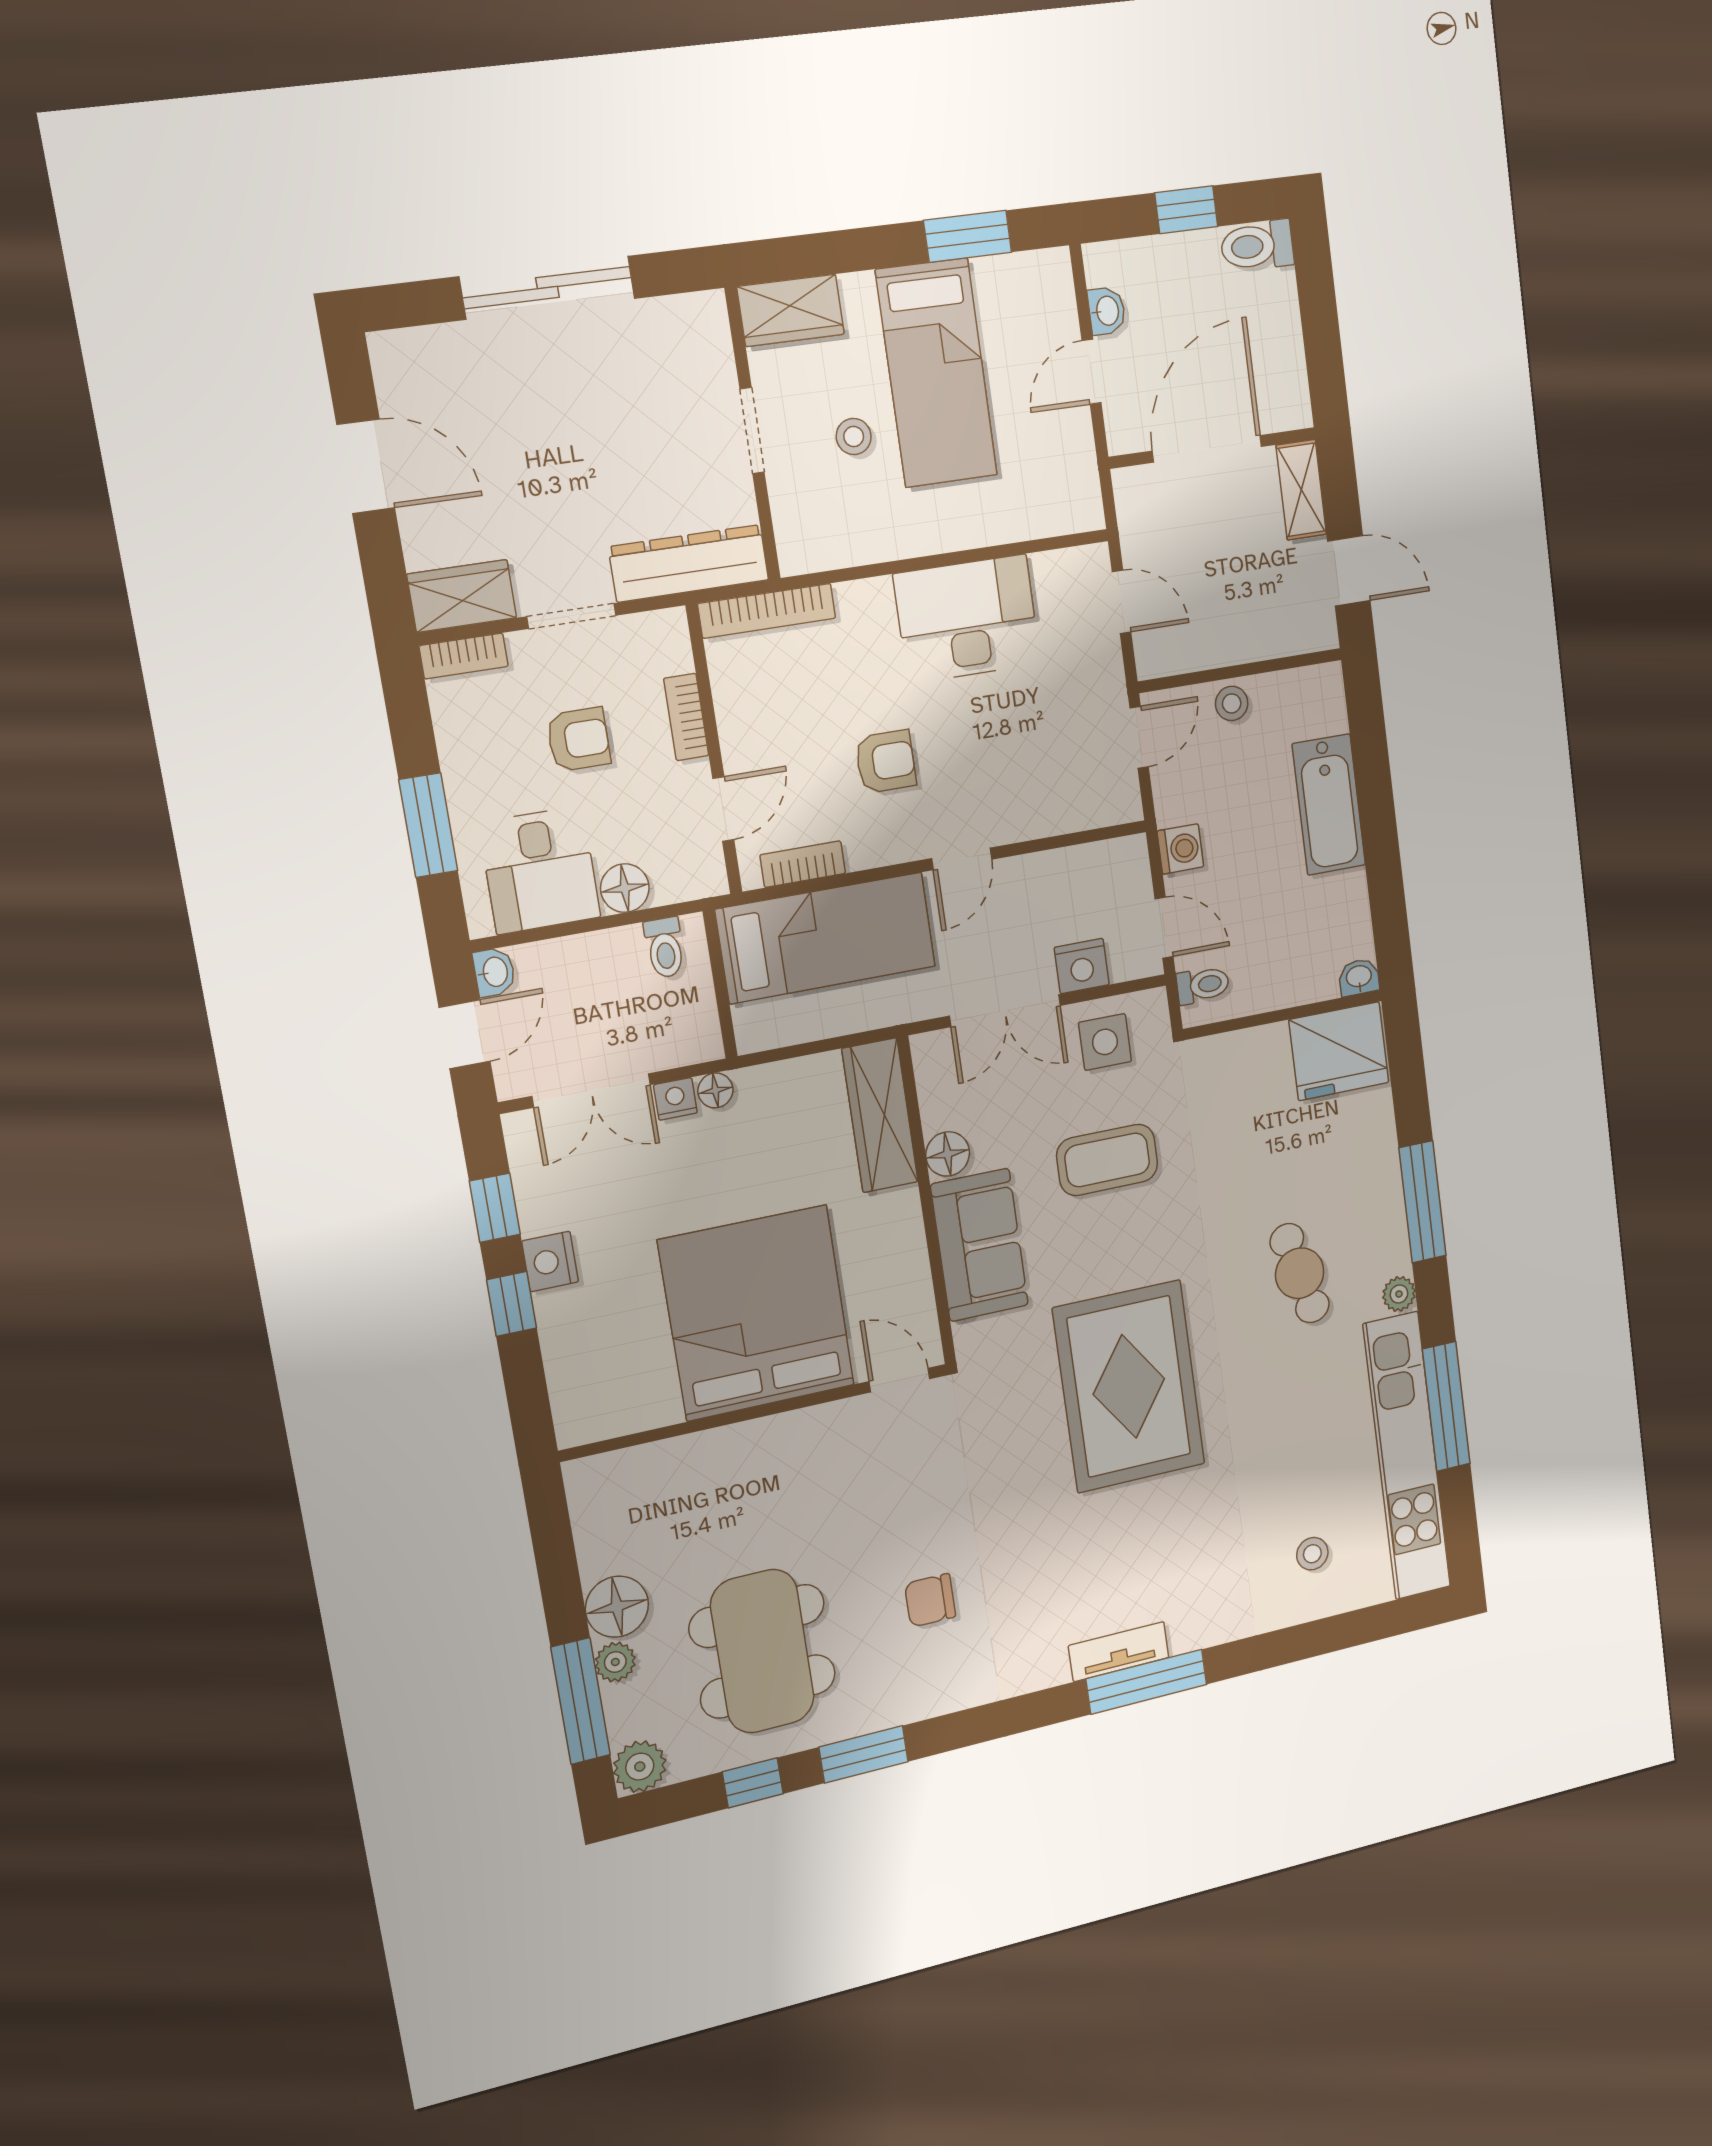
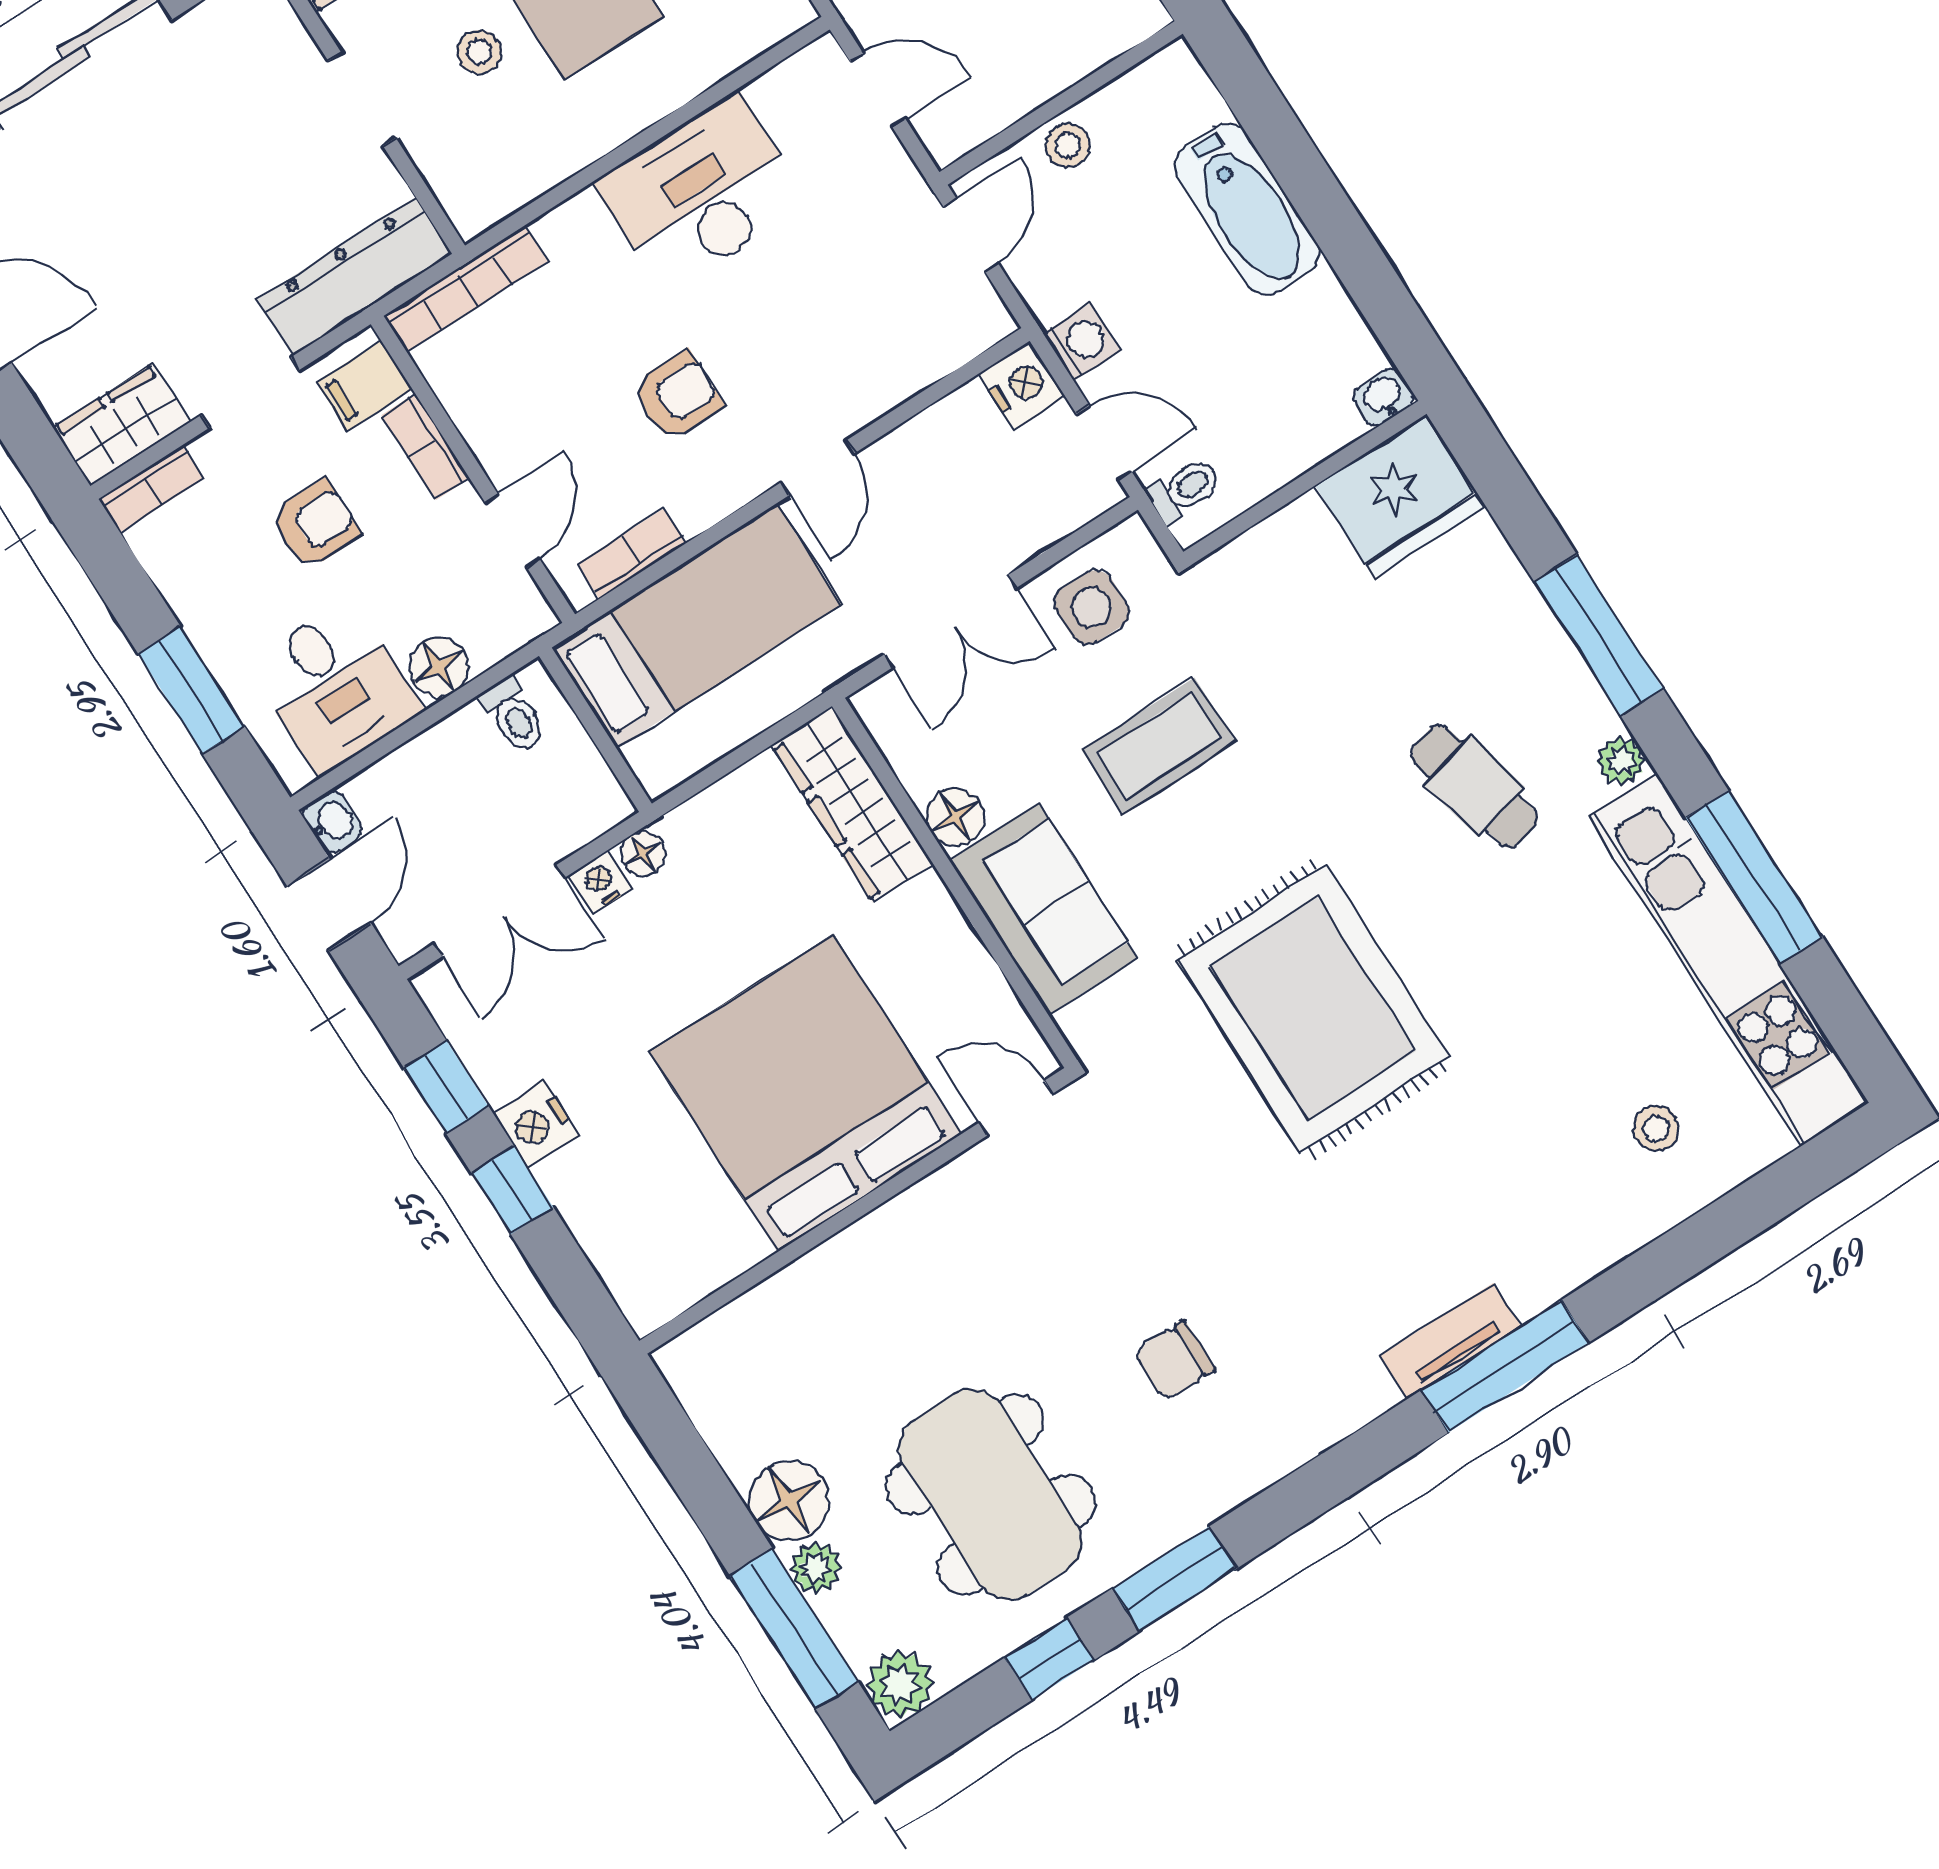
filing cabinet: (660, 650) -> (364, 386), added
nightstand: (1082, 966) -> (1022, 385), moved, turned -90

